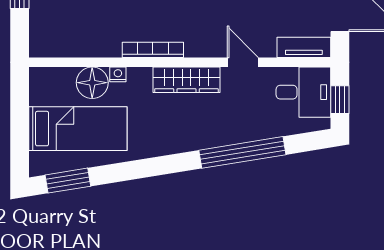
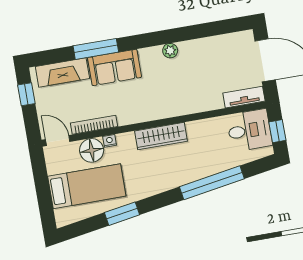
bookcase: (153, 50) -> (94, 125), moved
door: (243, 62) -> (58, 141), moved
window: (68, 181) -> (122, 214), moved

